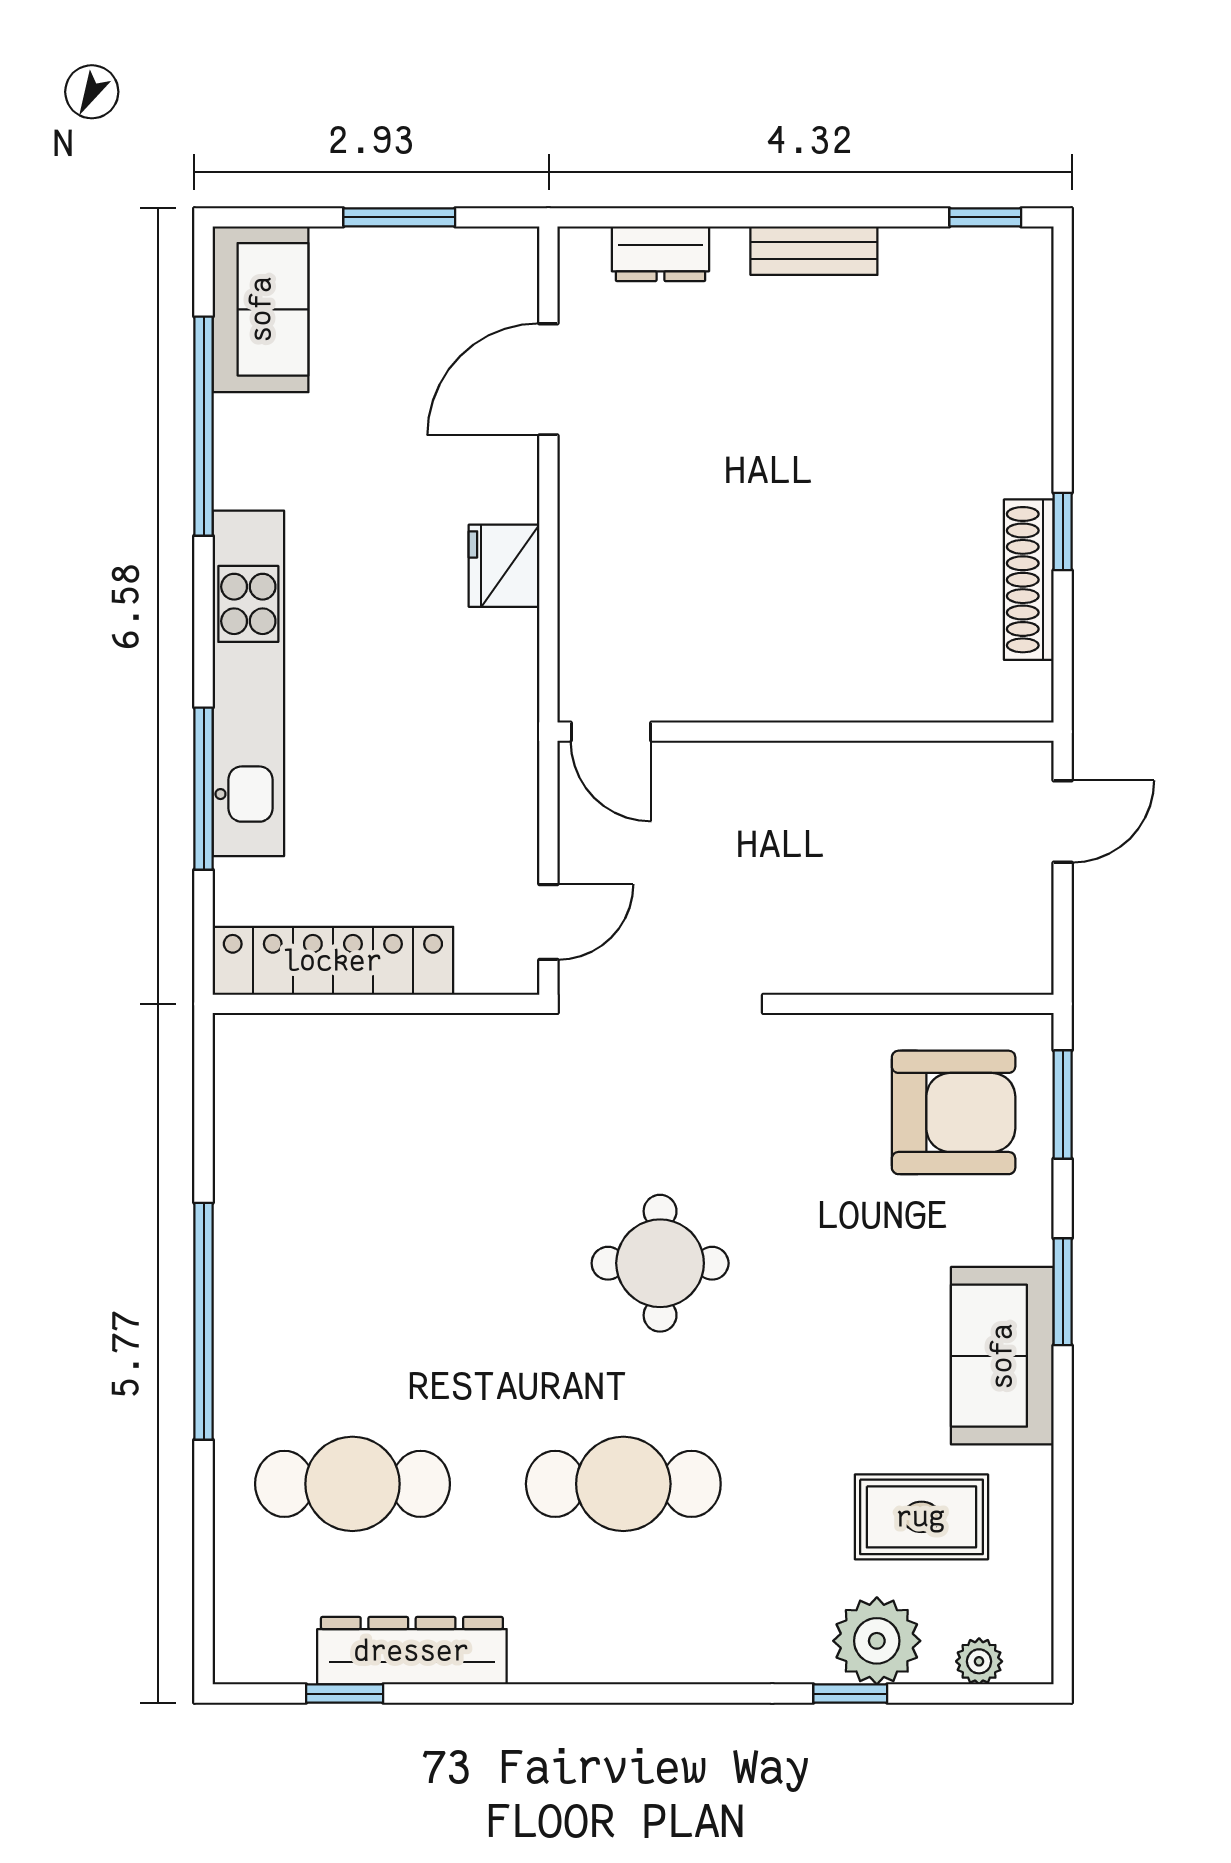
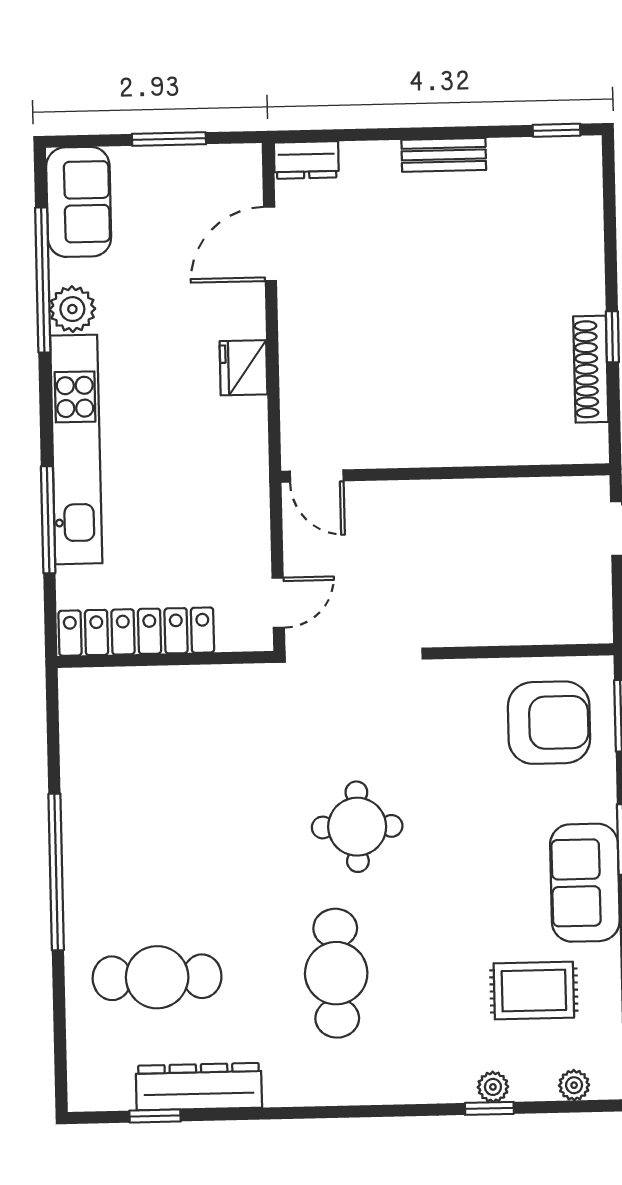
dresser: (660, 254) -> (306, 160), moved
plant: (247, 471) -> (72, 309), added
cafe table: (623, 1484) -> (336, 973), turned 90
plant: (877, 1641) -> (493, 1087), width x0.53, depth x0.53

